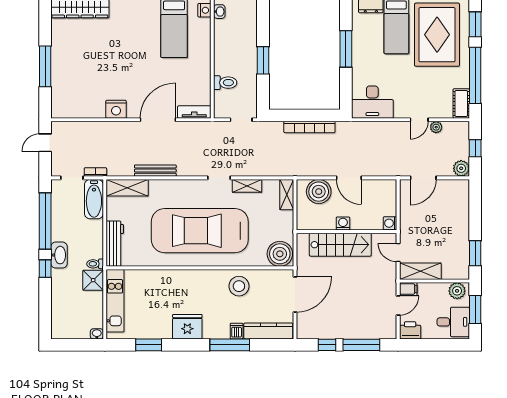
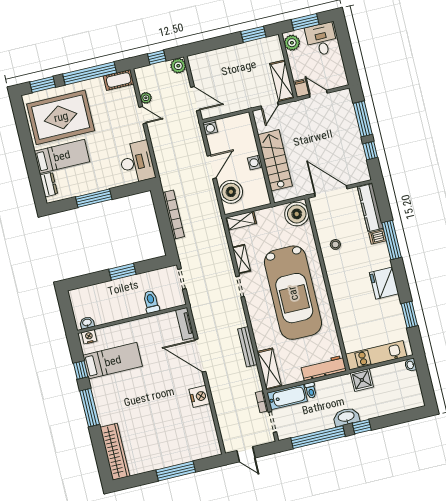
washing machine: (390, 223) -> (210, 127), moved
toilet: (95, 264) -> (311, 390), moved
stool: (239, 286) -> (335, 244), width x0.53, depth x0.53
printer: (410, 330) -> (339, 77), removed

